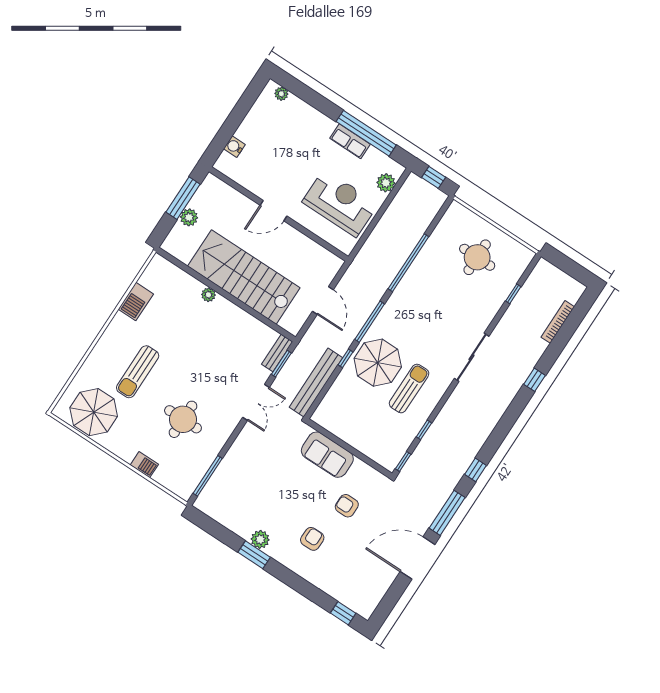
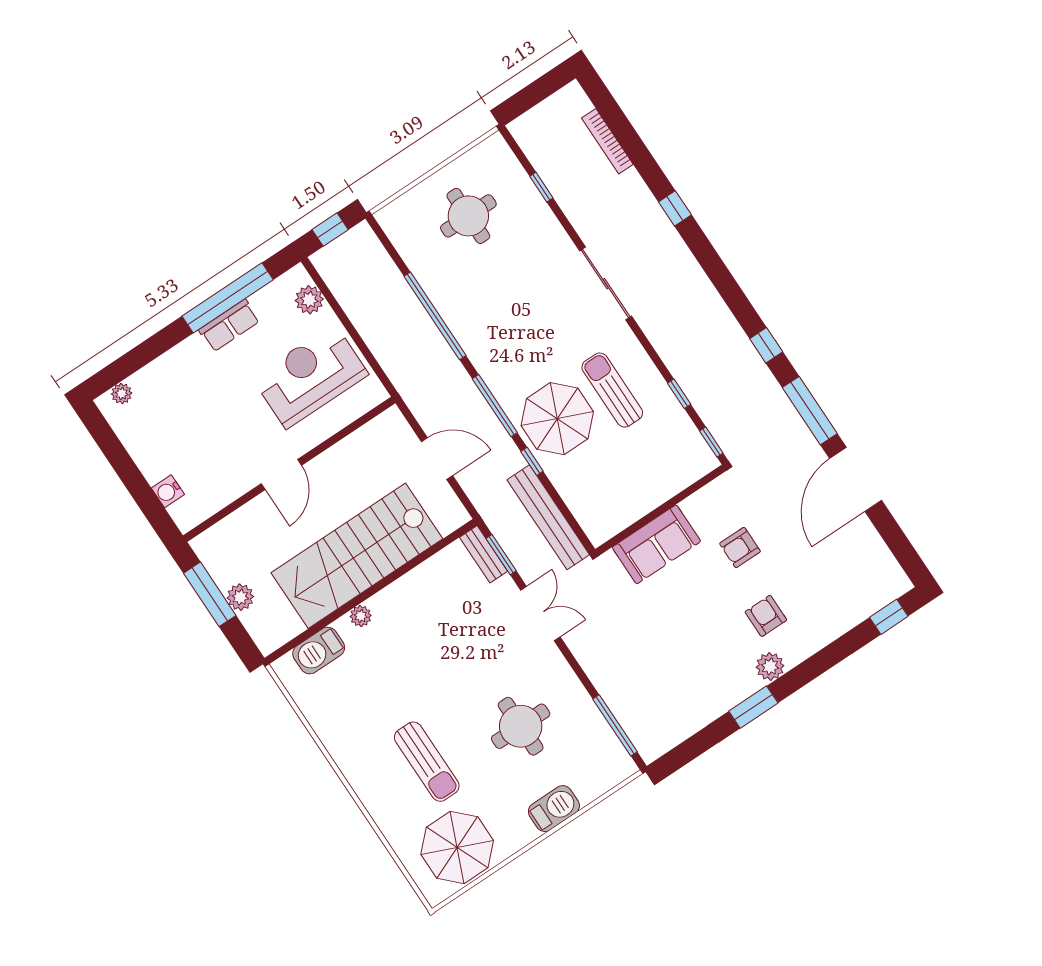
barbecue: (136, 302) -> (319, 651), moved, turned 90
barbecue: (144, 465) -> (554, 809), width x1.38, depth x1.27
plant: (260, 539) -> (770, 667), moved

